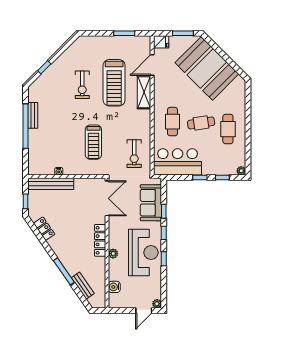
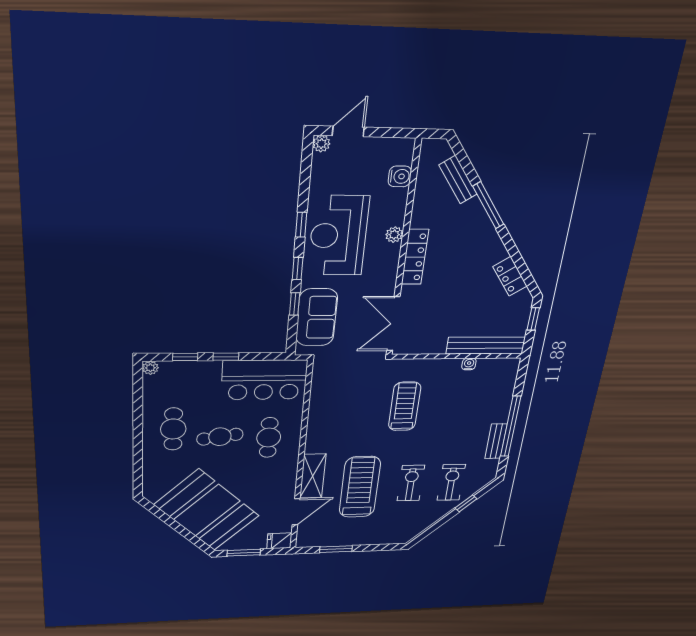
exercise bike: (134, 154) -> (451, 482), moved

